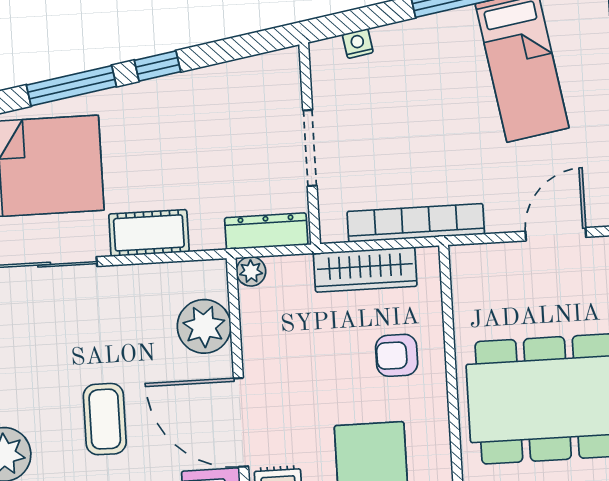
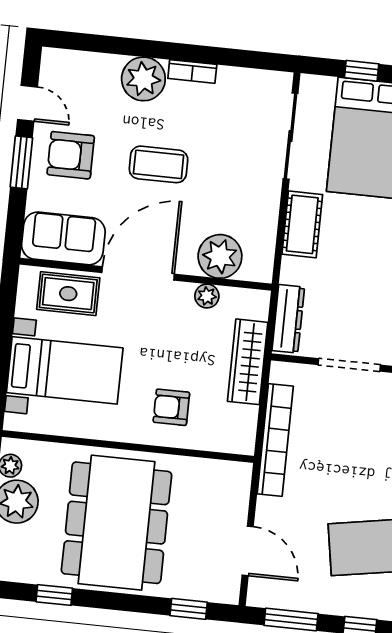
wardrobe: (365, 270) -> (248, 362), moved
plant: (251, 271) -> (207, 296), moved
armchair: (397, 355) -> (171, 407), turned -90

